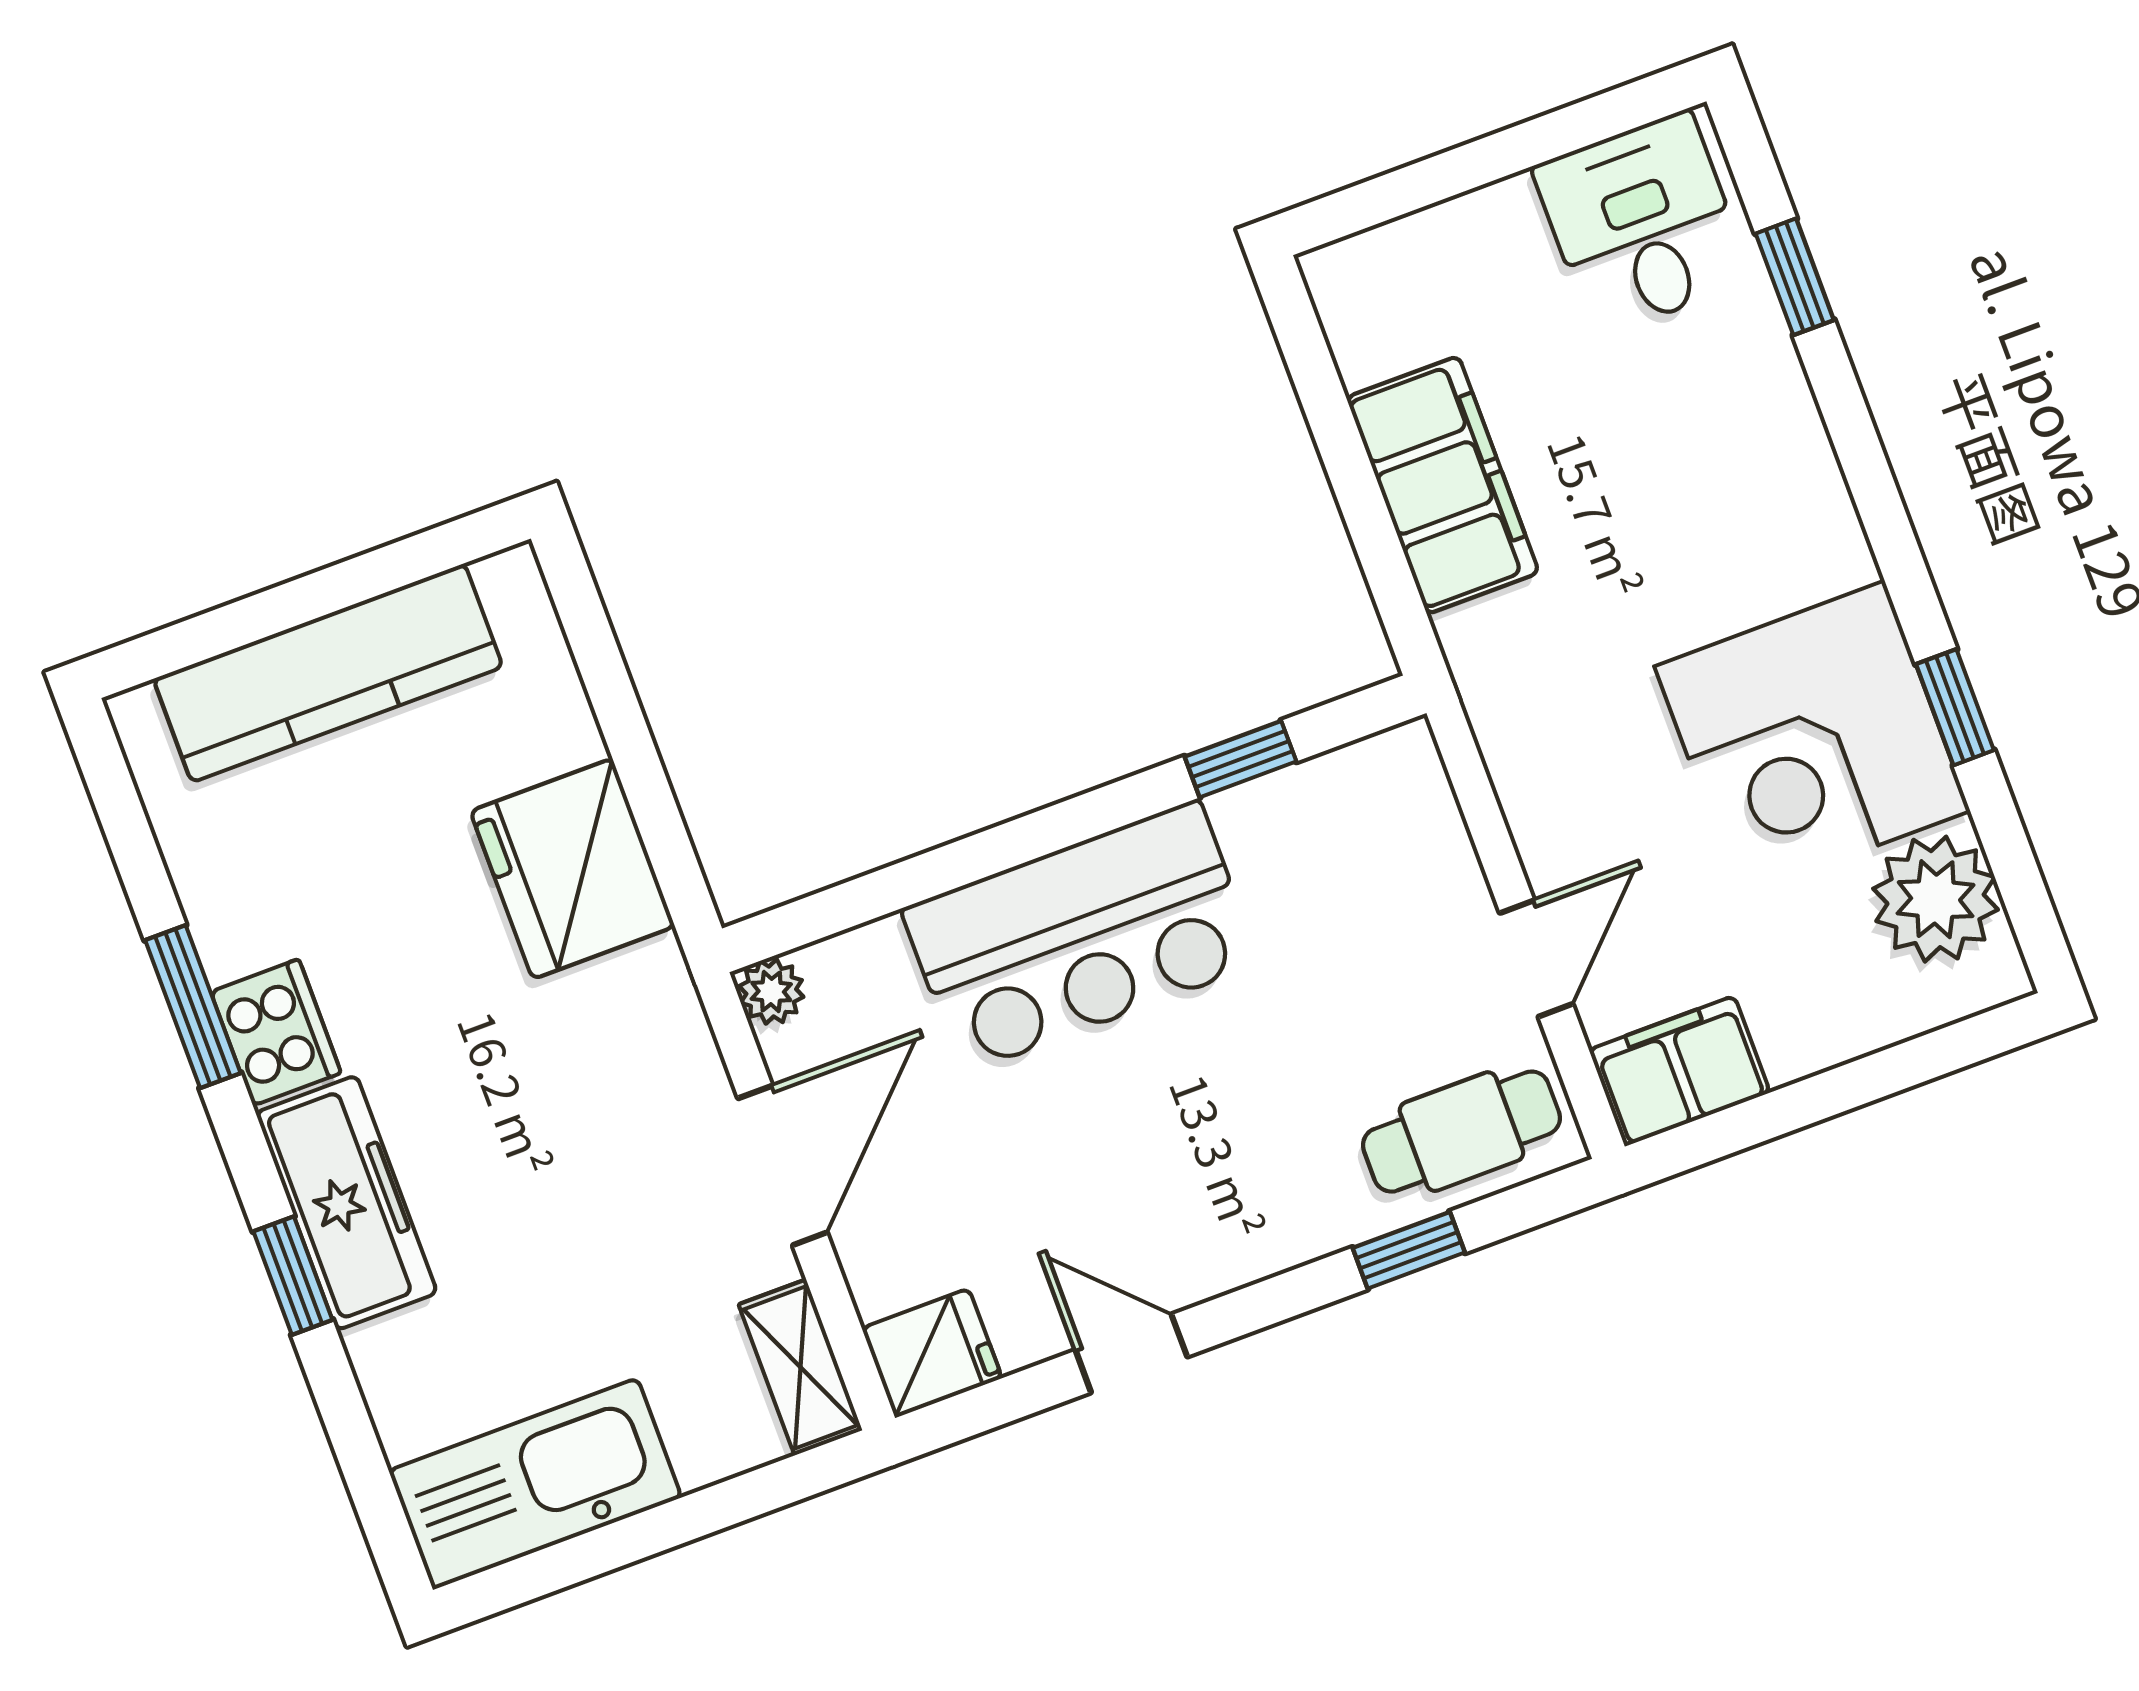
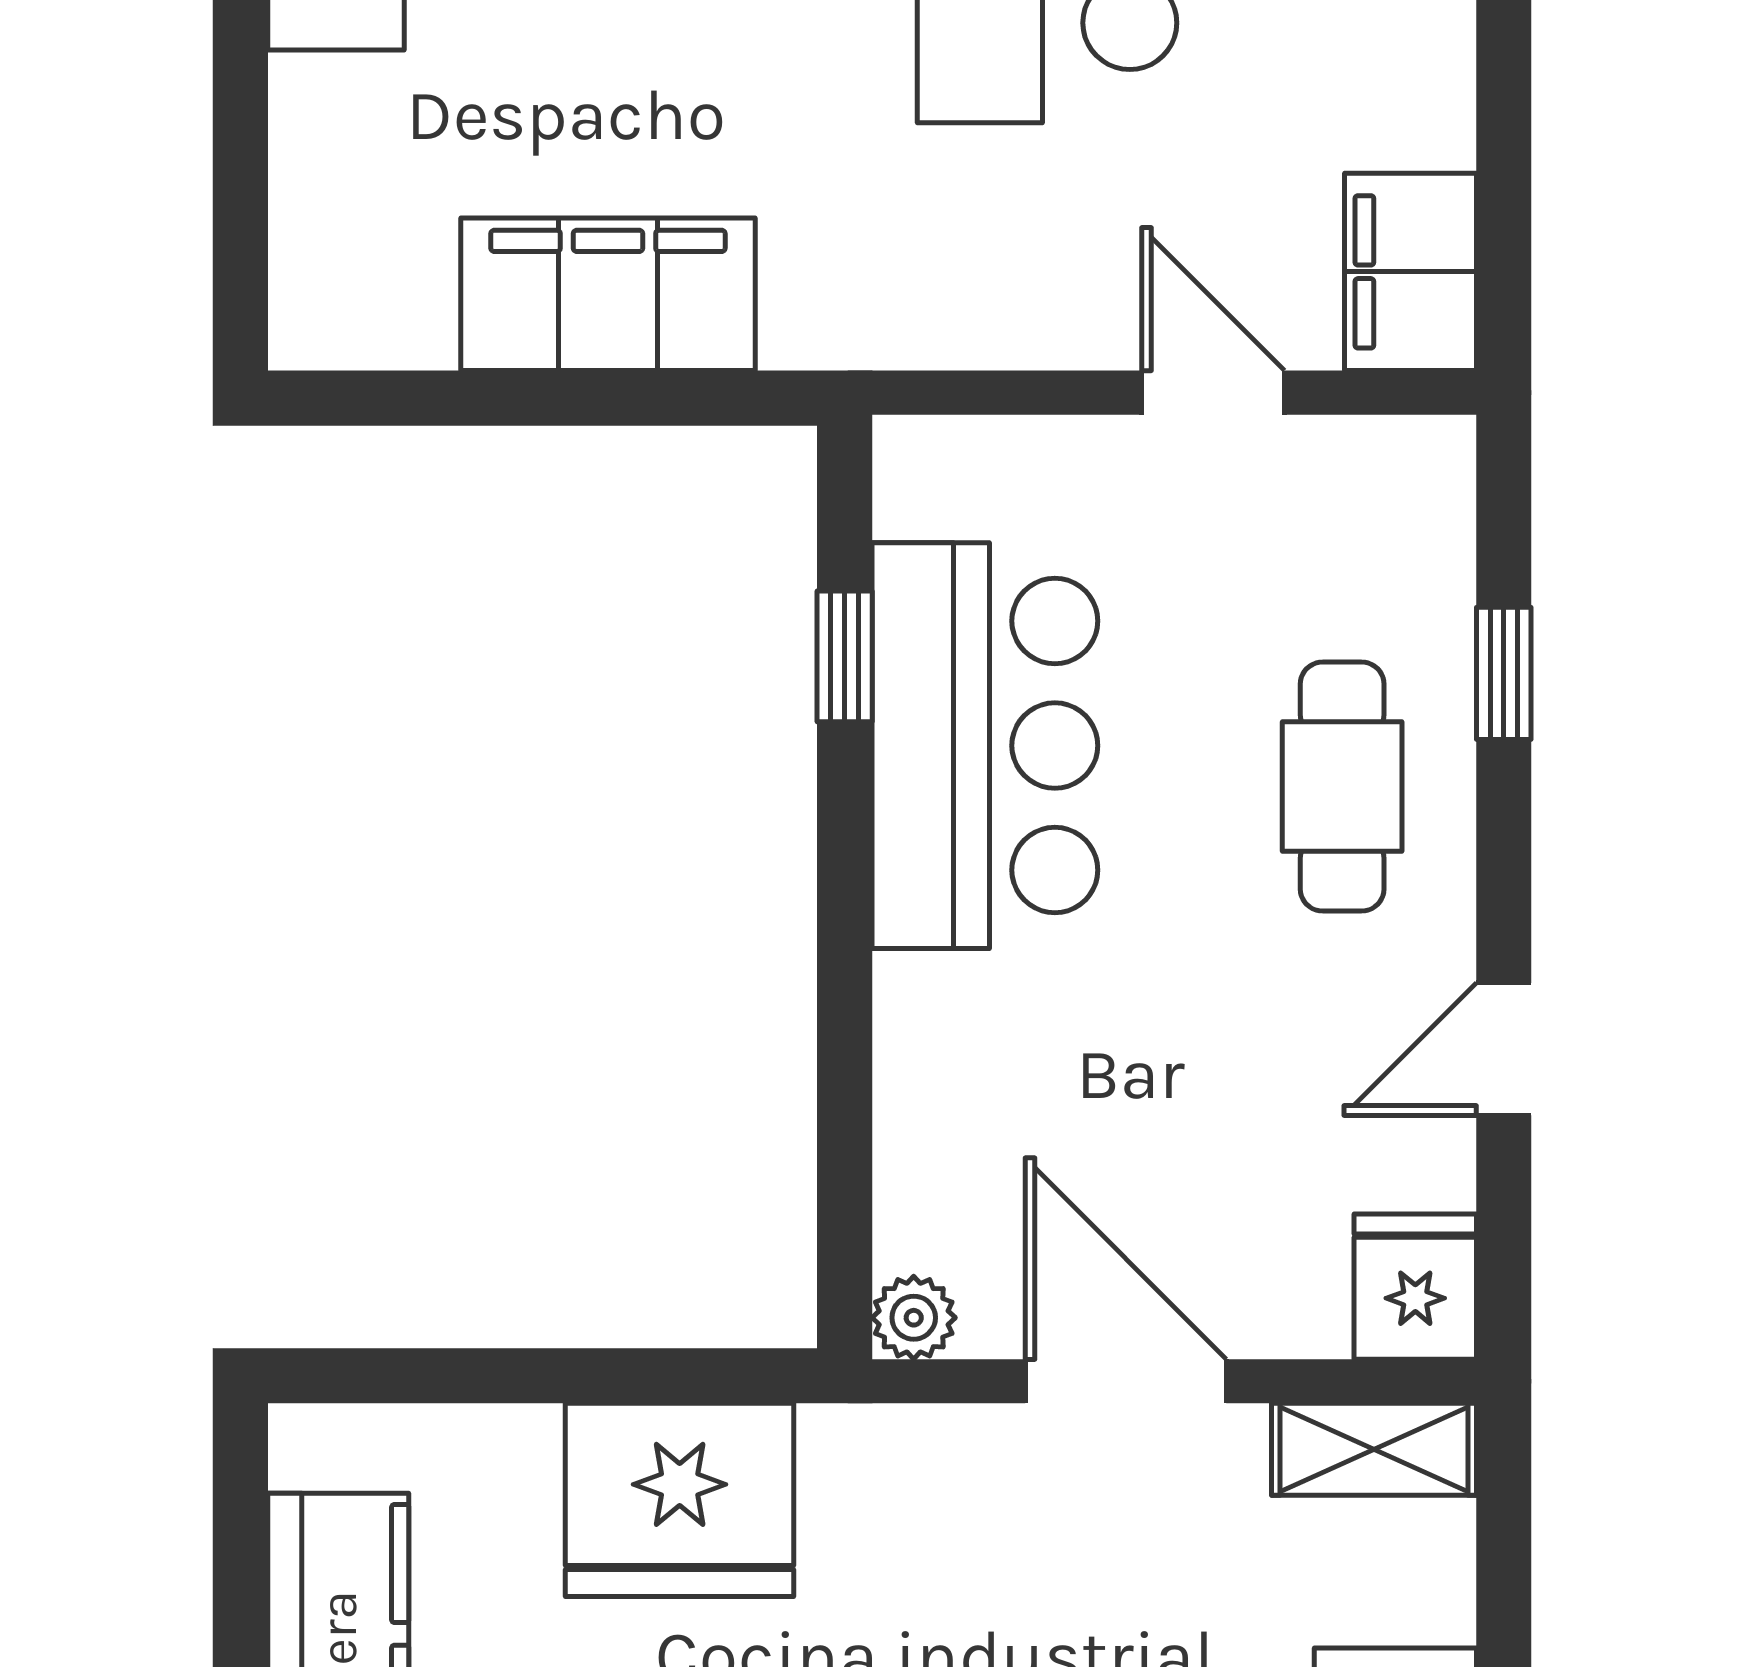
bar counter: (1080, 936) -> (985, 746), moved
cafe table: (1461, 1132) -> (1342, 787), moved

